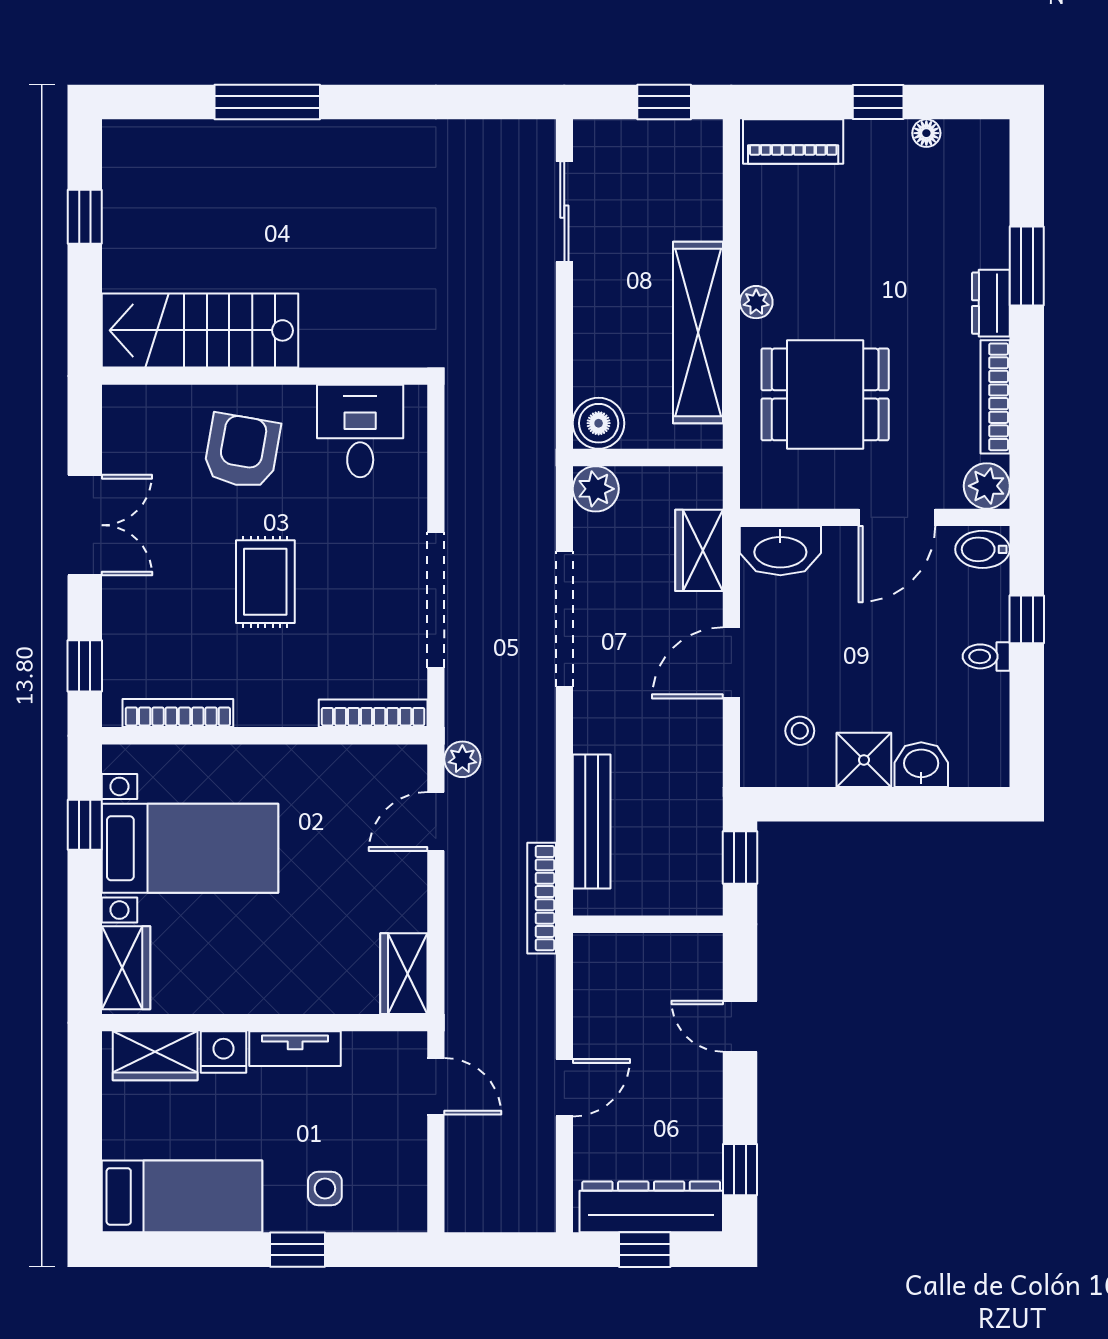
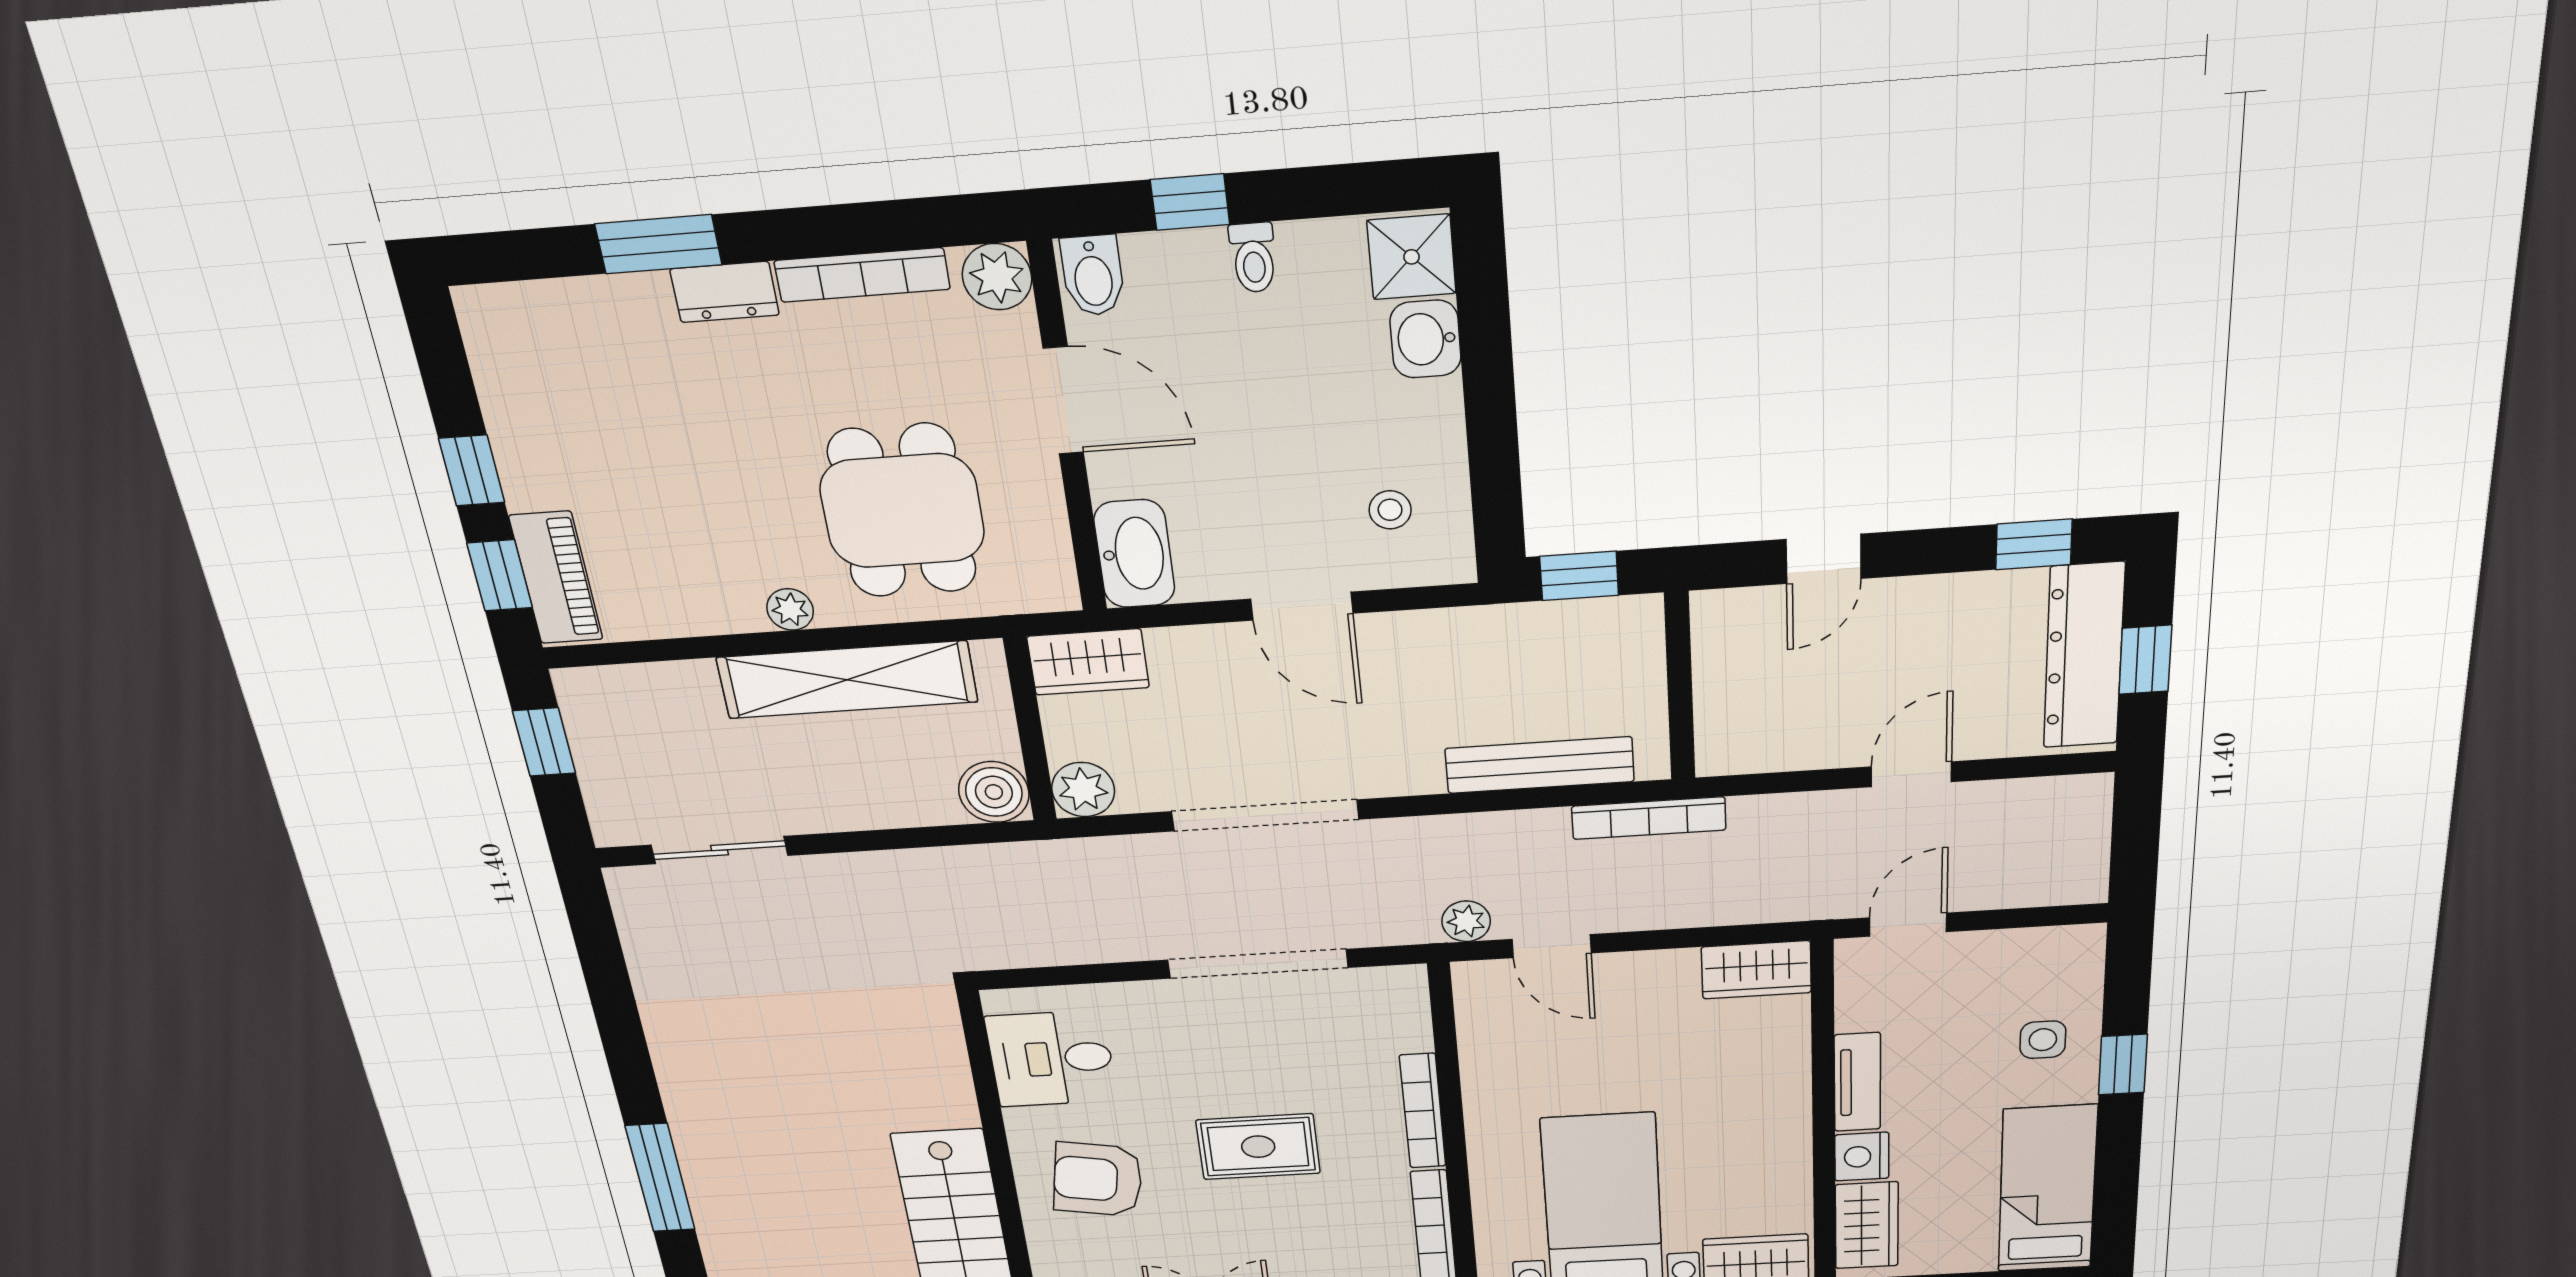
window: (798, 102) -> (500, 575), added
floor lamp: (926, 133) -> (499, 402), removed
wardrobe: (699, 550) -> (1088, 662), moved
bookcase: (373, 713) -> (1423, 1111), moved
shower: (864, 760) -> (1411, 257), moved
door: (564, 1088) -> (1911, 774), hinge flipped

